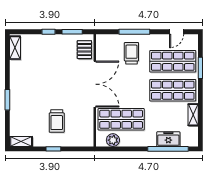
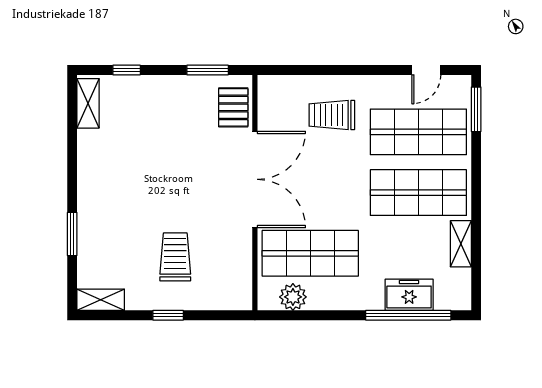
window: (49, 32) -> (127, 70), moved
window: (134, 32) -> (338, 70), removed
trolley: (131, 53) -> (332, 115), turned -90
window: (200, 68) -> (476, 109), moved
window: (7, 100) -> (72, 234), moved
trolley: (57, 121) -> (175, 257), turned 180

